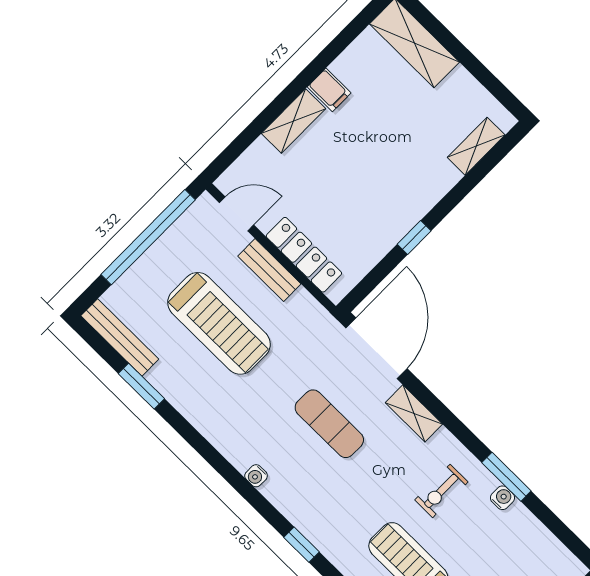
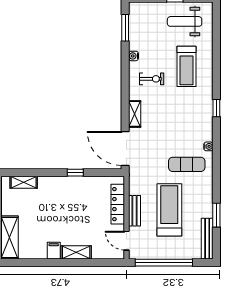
door: (376, 348) -> (125, 148), hinge flipped
exercise mat: (329, 424) -> (187, 164), moved, turned 90
window: (506, 477) -> (125, 28), moved

